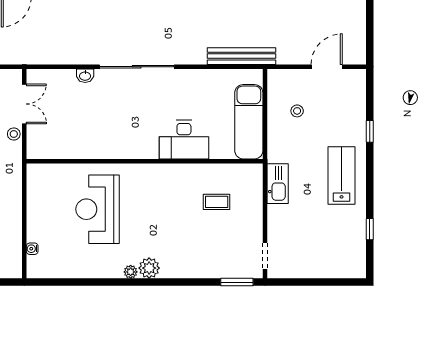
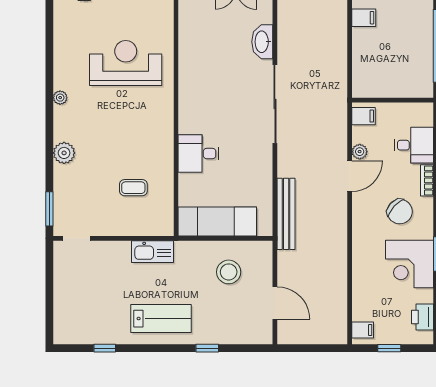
washbasin: (85, 76) -> (262, 42), width x1.91, depth x1.45
stool: (297, 111) -> (229, 272), width x1.89, depth x1.89
desk: (184, 140) -> (199, 154), width x0.73
coffee table: (217, 202) -> (133, 188), turned 90
plant: (149, 268) -> (64, 153), moved

